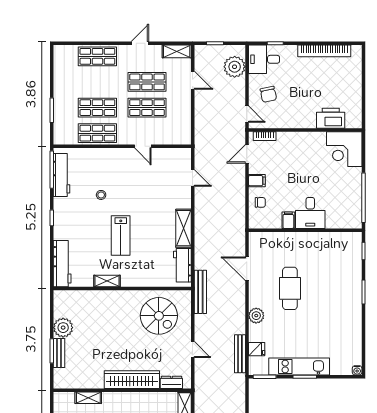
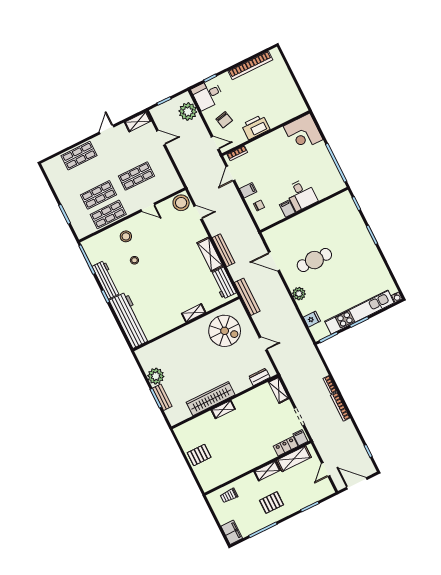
shop shelf: (147, 82) -> (127, 156), removed
printer: (331, 118) -> (256, 127), moved
stool: (180, 159) -> (181, 203), added
stool: (105, 165) -> (126, 236), added
workbench: (61, 175) -> (106, 280), moved
lab bench: (121, 236) -> (165, 284), removed
workbench: (62, 264) -> (130, 320), width x1.36, depth x1.32
shelving: (107, 281) -> (194, 313), moved
cafe table: (290, 288) -> (314, 260), turned 90
bench: (240, 354) -> (223, 250), moved
kitchen unit: (299, 366) -> (359, 312), width x1.36
wardrobe: (132, 380) -> (211, 399), moved
shelving: (88, 398) -> (223, 410), moved

